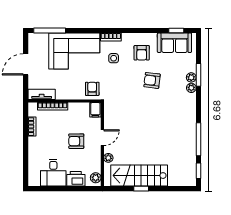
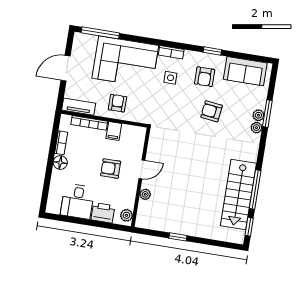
window: (176, 30) -> (212, 51), moved
armchair: (92, 89) -> (117, 103), moved
filing cabinet: (95, 110) -> (114, 131), moved
floor lamp: (34, 143) -> (60, 163), added
stairs: (139, 176) -> (238, 194), moved, turned -90

